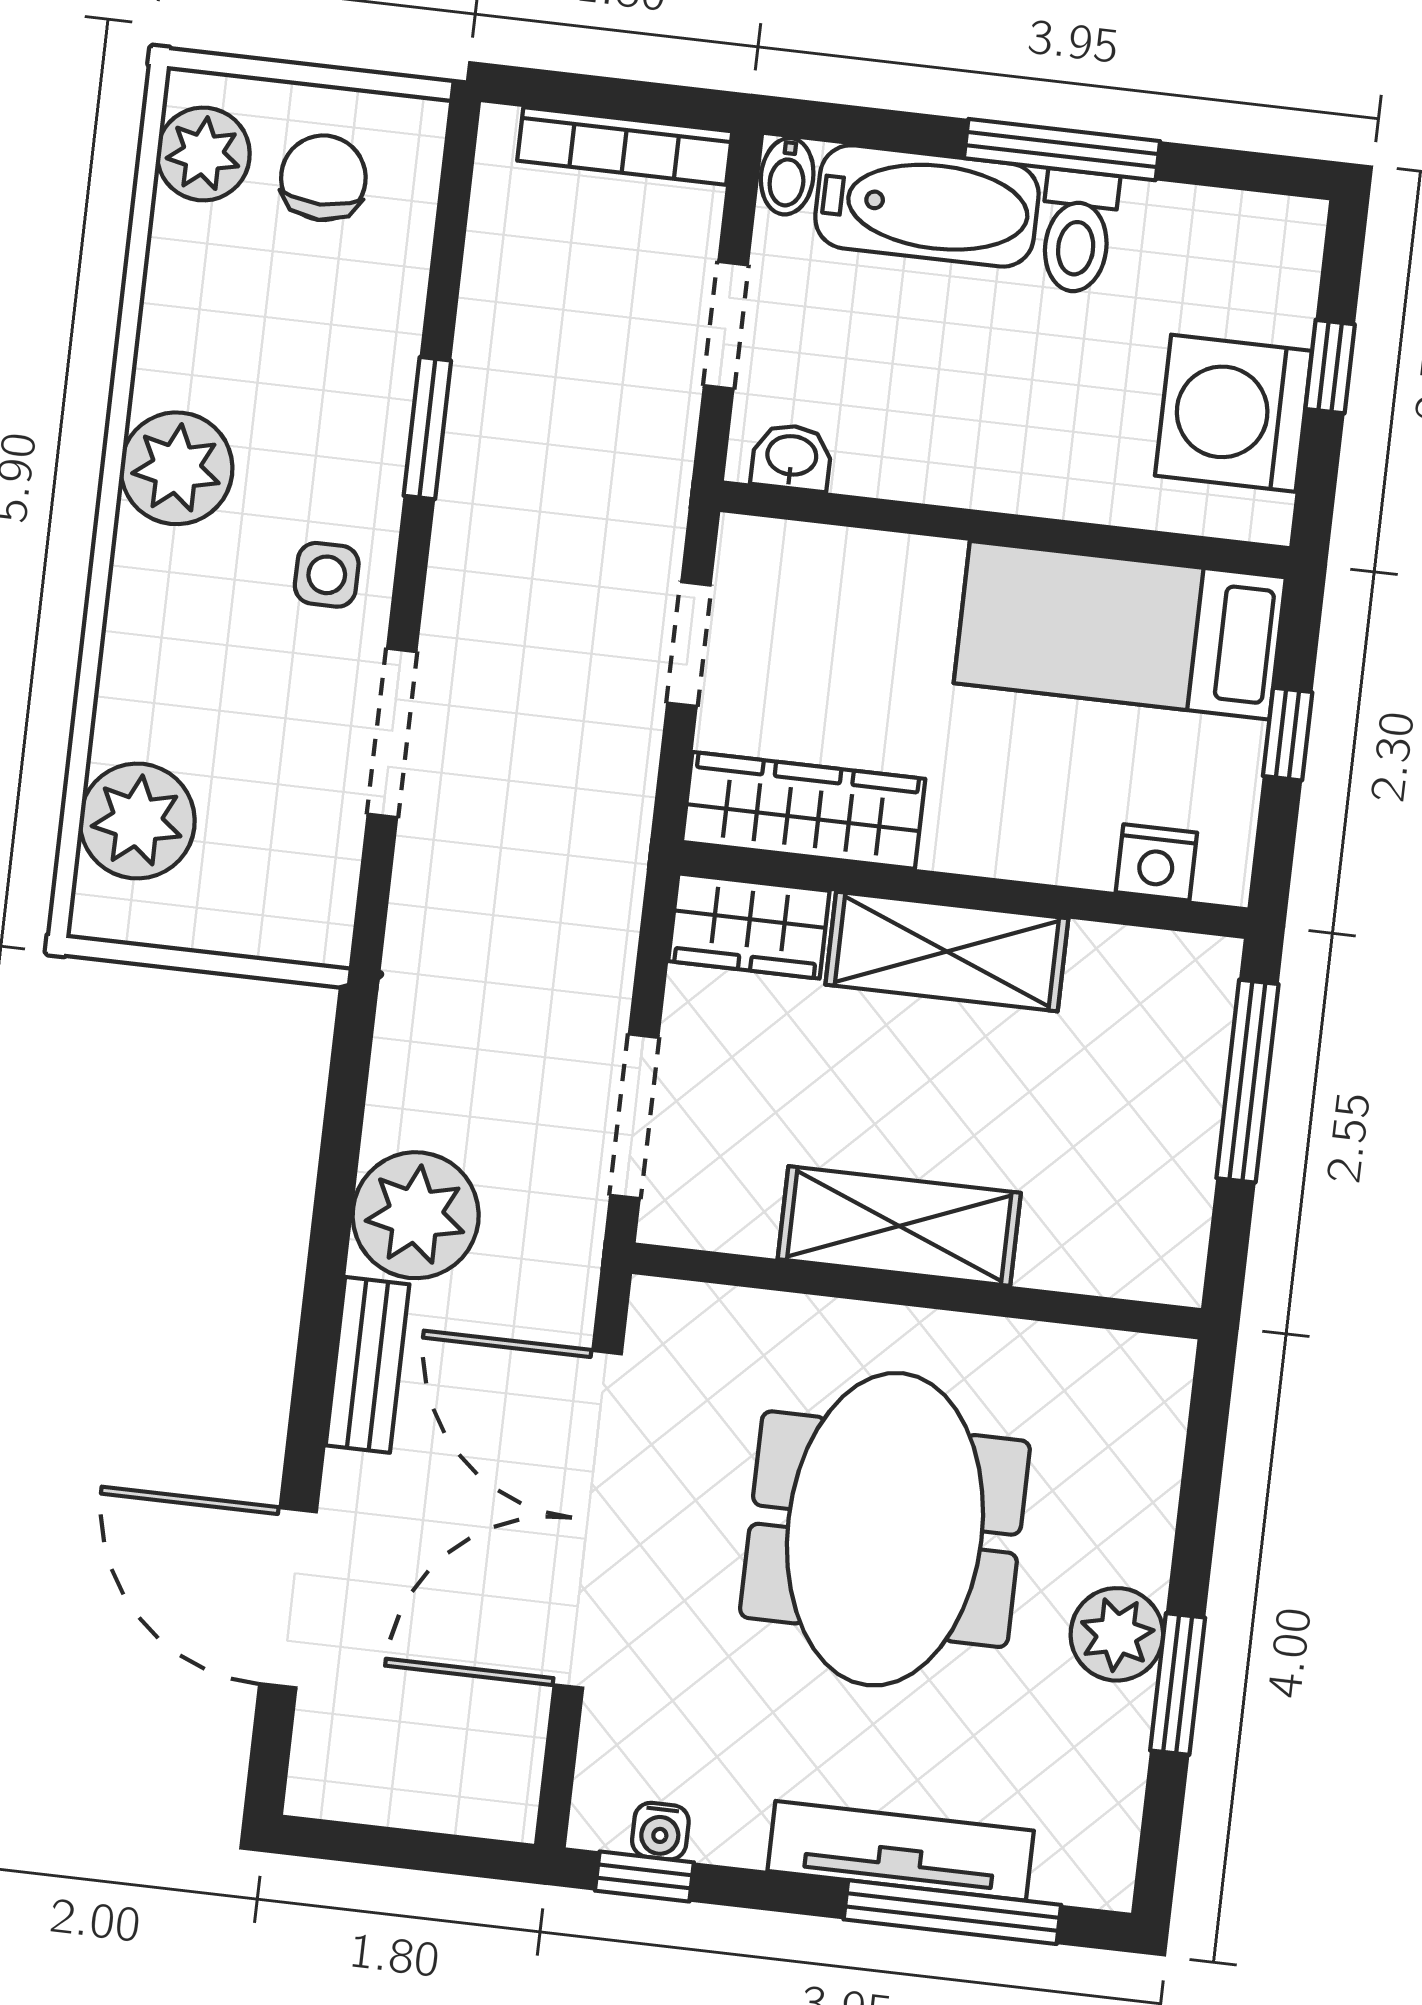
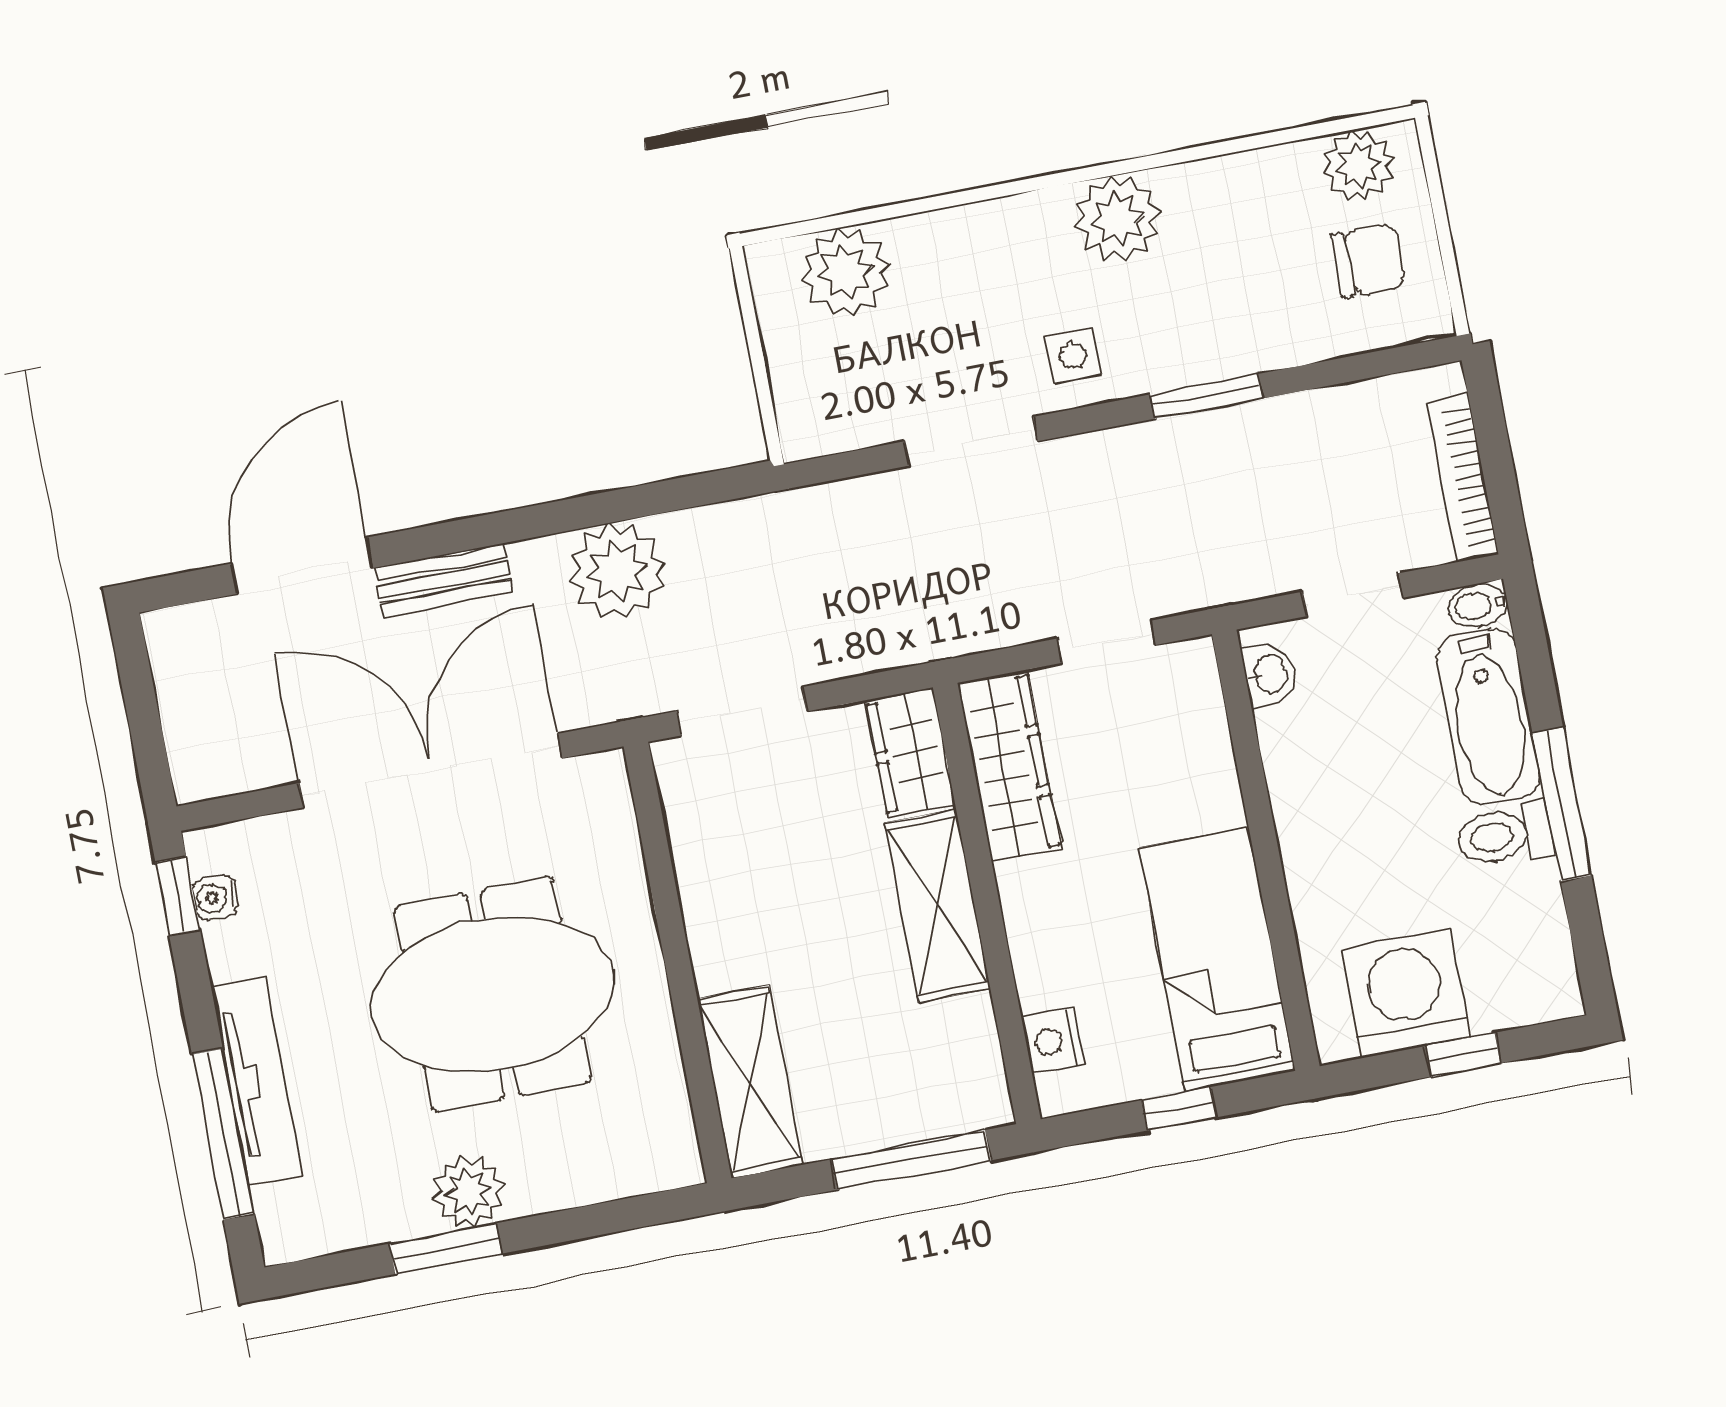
shelving: (899, 1226) -> (750, 1082), moved
bench: (368, 1365) -> (443, 580), moved

